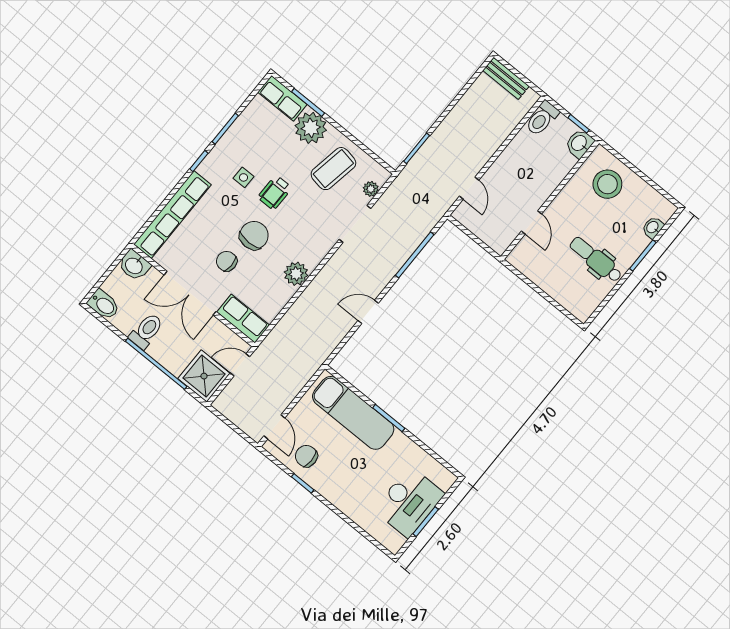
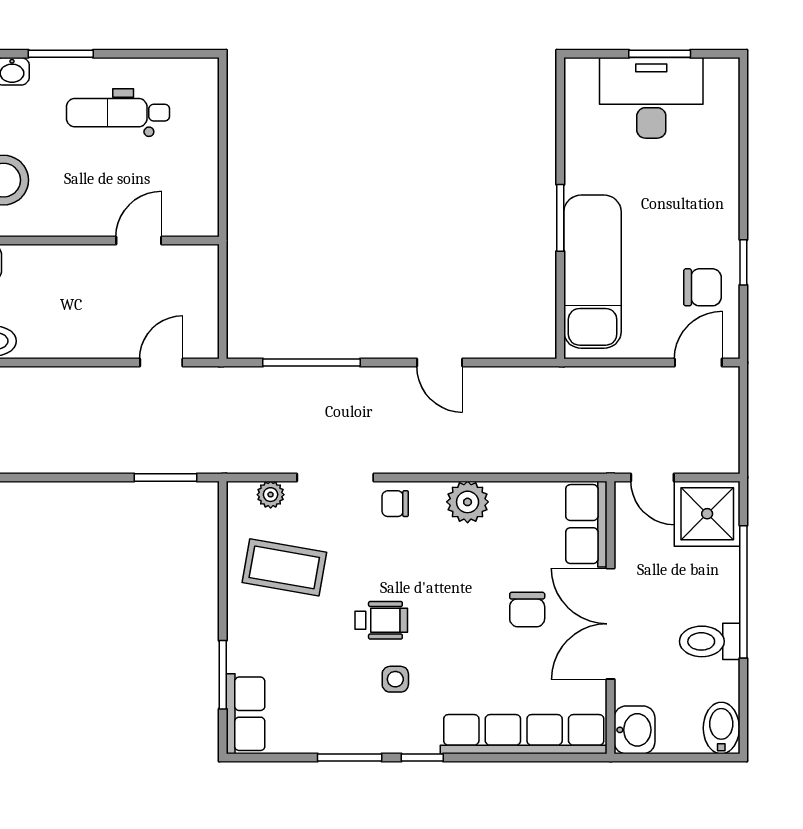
plant: (311, 128) -> (254, 643), removed
chair: (254, 235) -> (395, 504), moved, width x0.54, depth x0.54
dental chair: (596, 260) -> (118, 113), turned 90
double door: (190, 293) -> (611, 624), swing flipped
chair: (306, 456) -> (703, 287), turned -90

